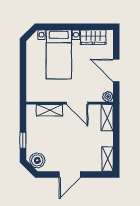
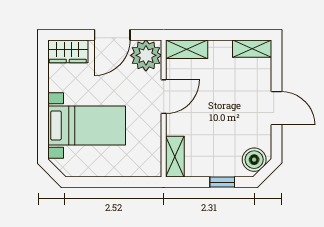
wardrobe: (93, 37) -> (68, 51), moved, turned 90
plant: (108, 97) -> (146, 55), width x1.88, depth x1.88
shelving: (49, 110) -> (175, 157), moved

